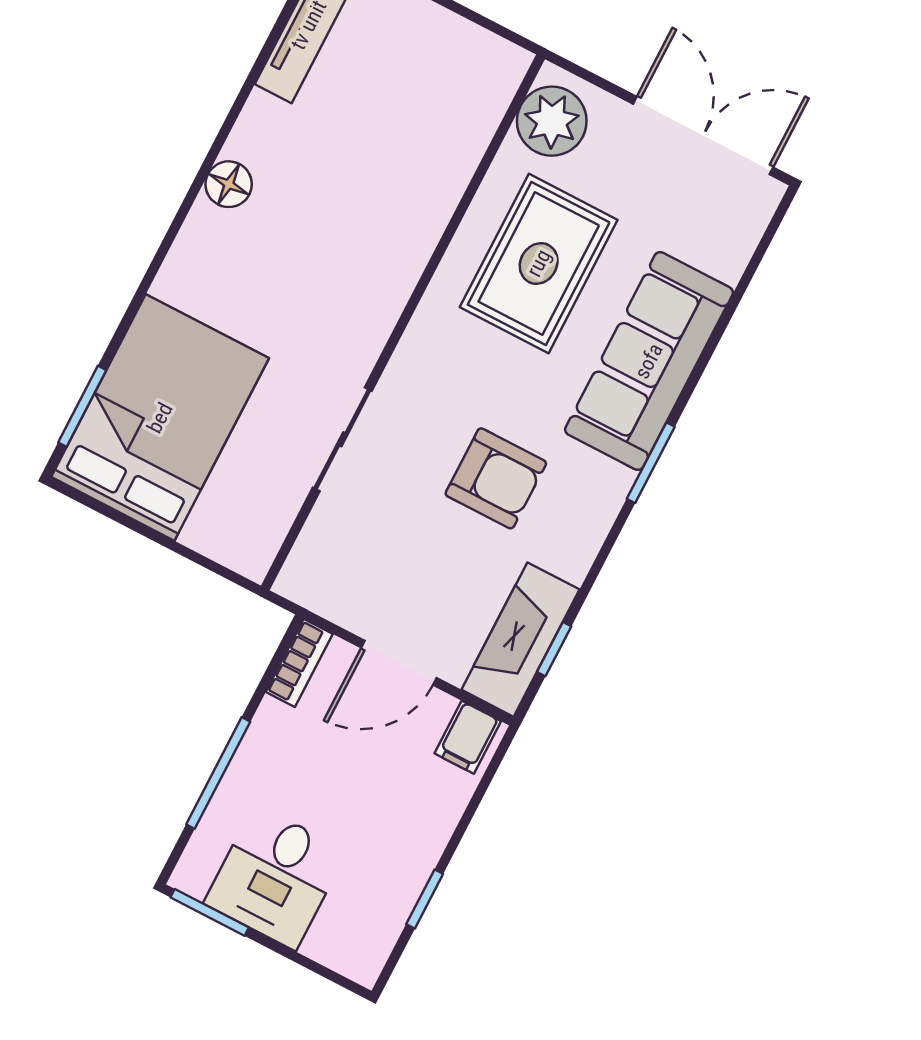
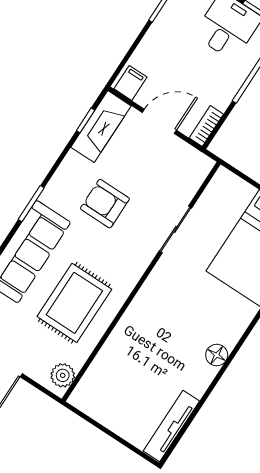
plant: (552, 121) -> (63, 375), width x0.73, depth x0.73

